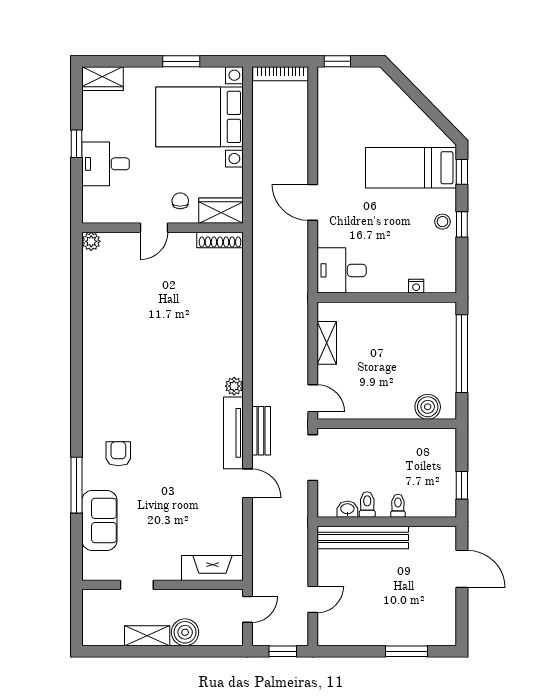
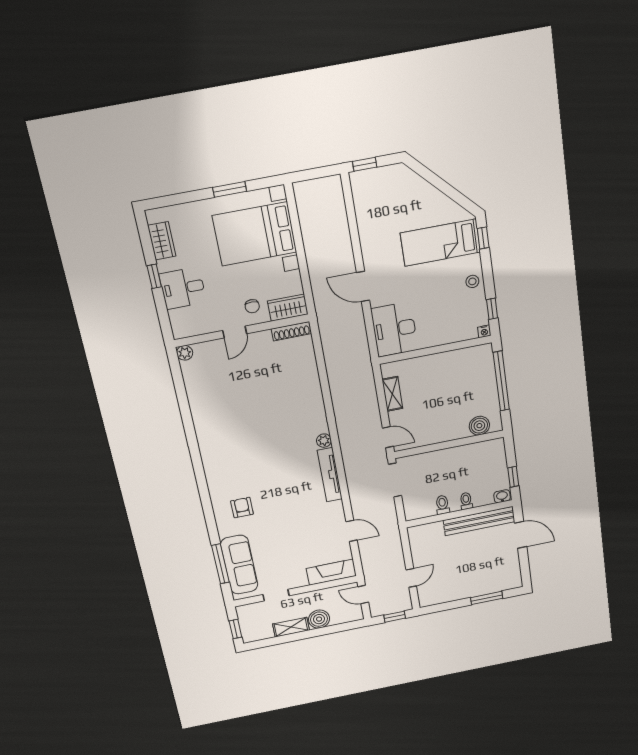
bookcase: (281, 74) -> (318, 184), removed
wardrobe: (102, 79) -> (162, 241), moved, turned -90
chair: (180, 201) -> (252, 306), turned 180
window: (462, 224) -> (492, 309), moved
desk: (342, 270) -> (394, 329), width x1.37
nightstand: (416, 286) -> (484, 331), moved
bench: (261, 431) -> (351, 469), removed
door: (247, 483) -> (351, 531), moved
window: (77, 485) -> (220, 564), moved
washbasin: (347, 509) -> (502, 496), moved
sofa: (99, 520) -> (239, 565), width x1.36
bench: (363, 537) -> (479, 521), moved
door: (247, 609) -> (363, 595), swing flipped
window: (77, 622) -> (235, 629), added

